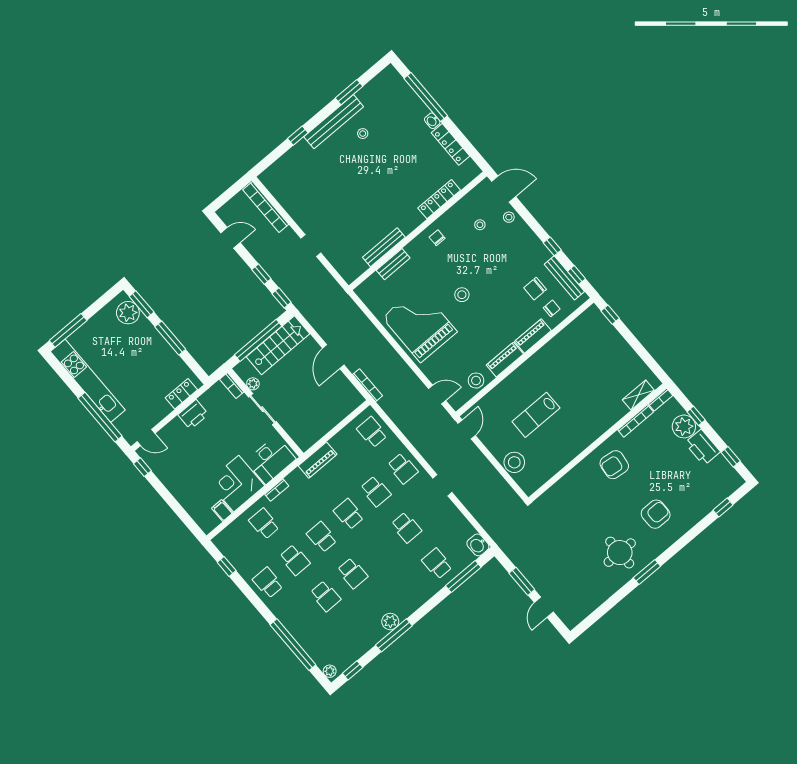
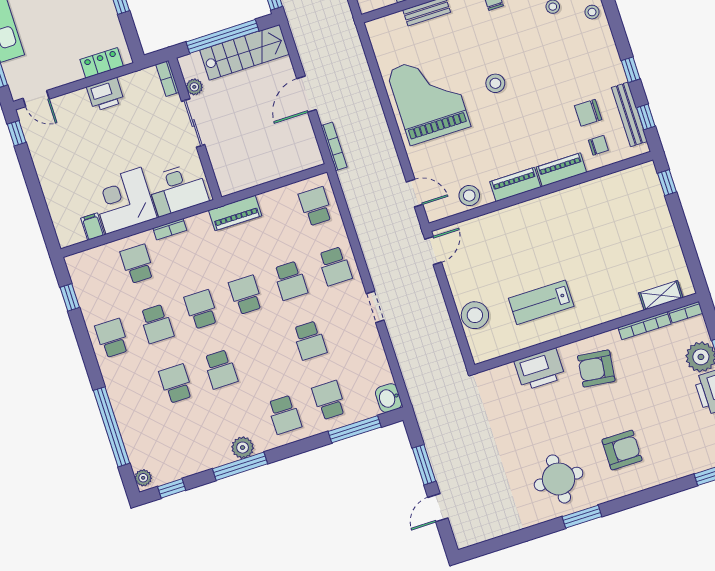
lab bench: (536, 415) -> (541, 302), moved
printer: (575, 481) -> (540, 369), added
school desk: (410, 586) -> (284, 415), added
school desk: (325, 596) -> (176, 384), turned 180

